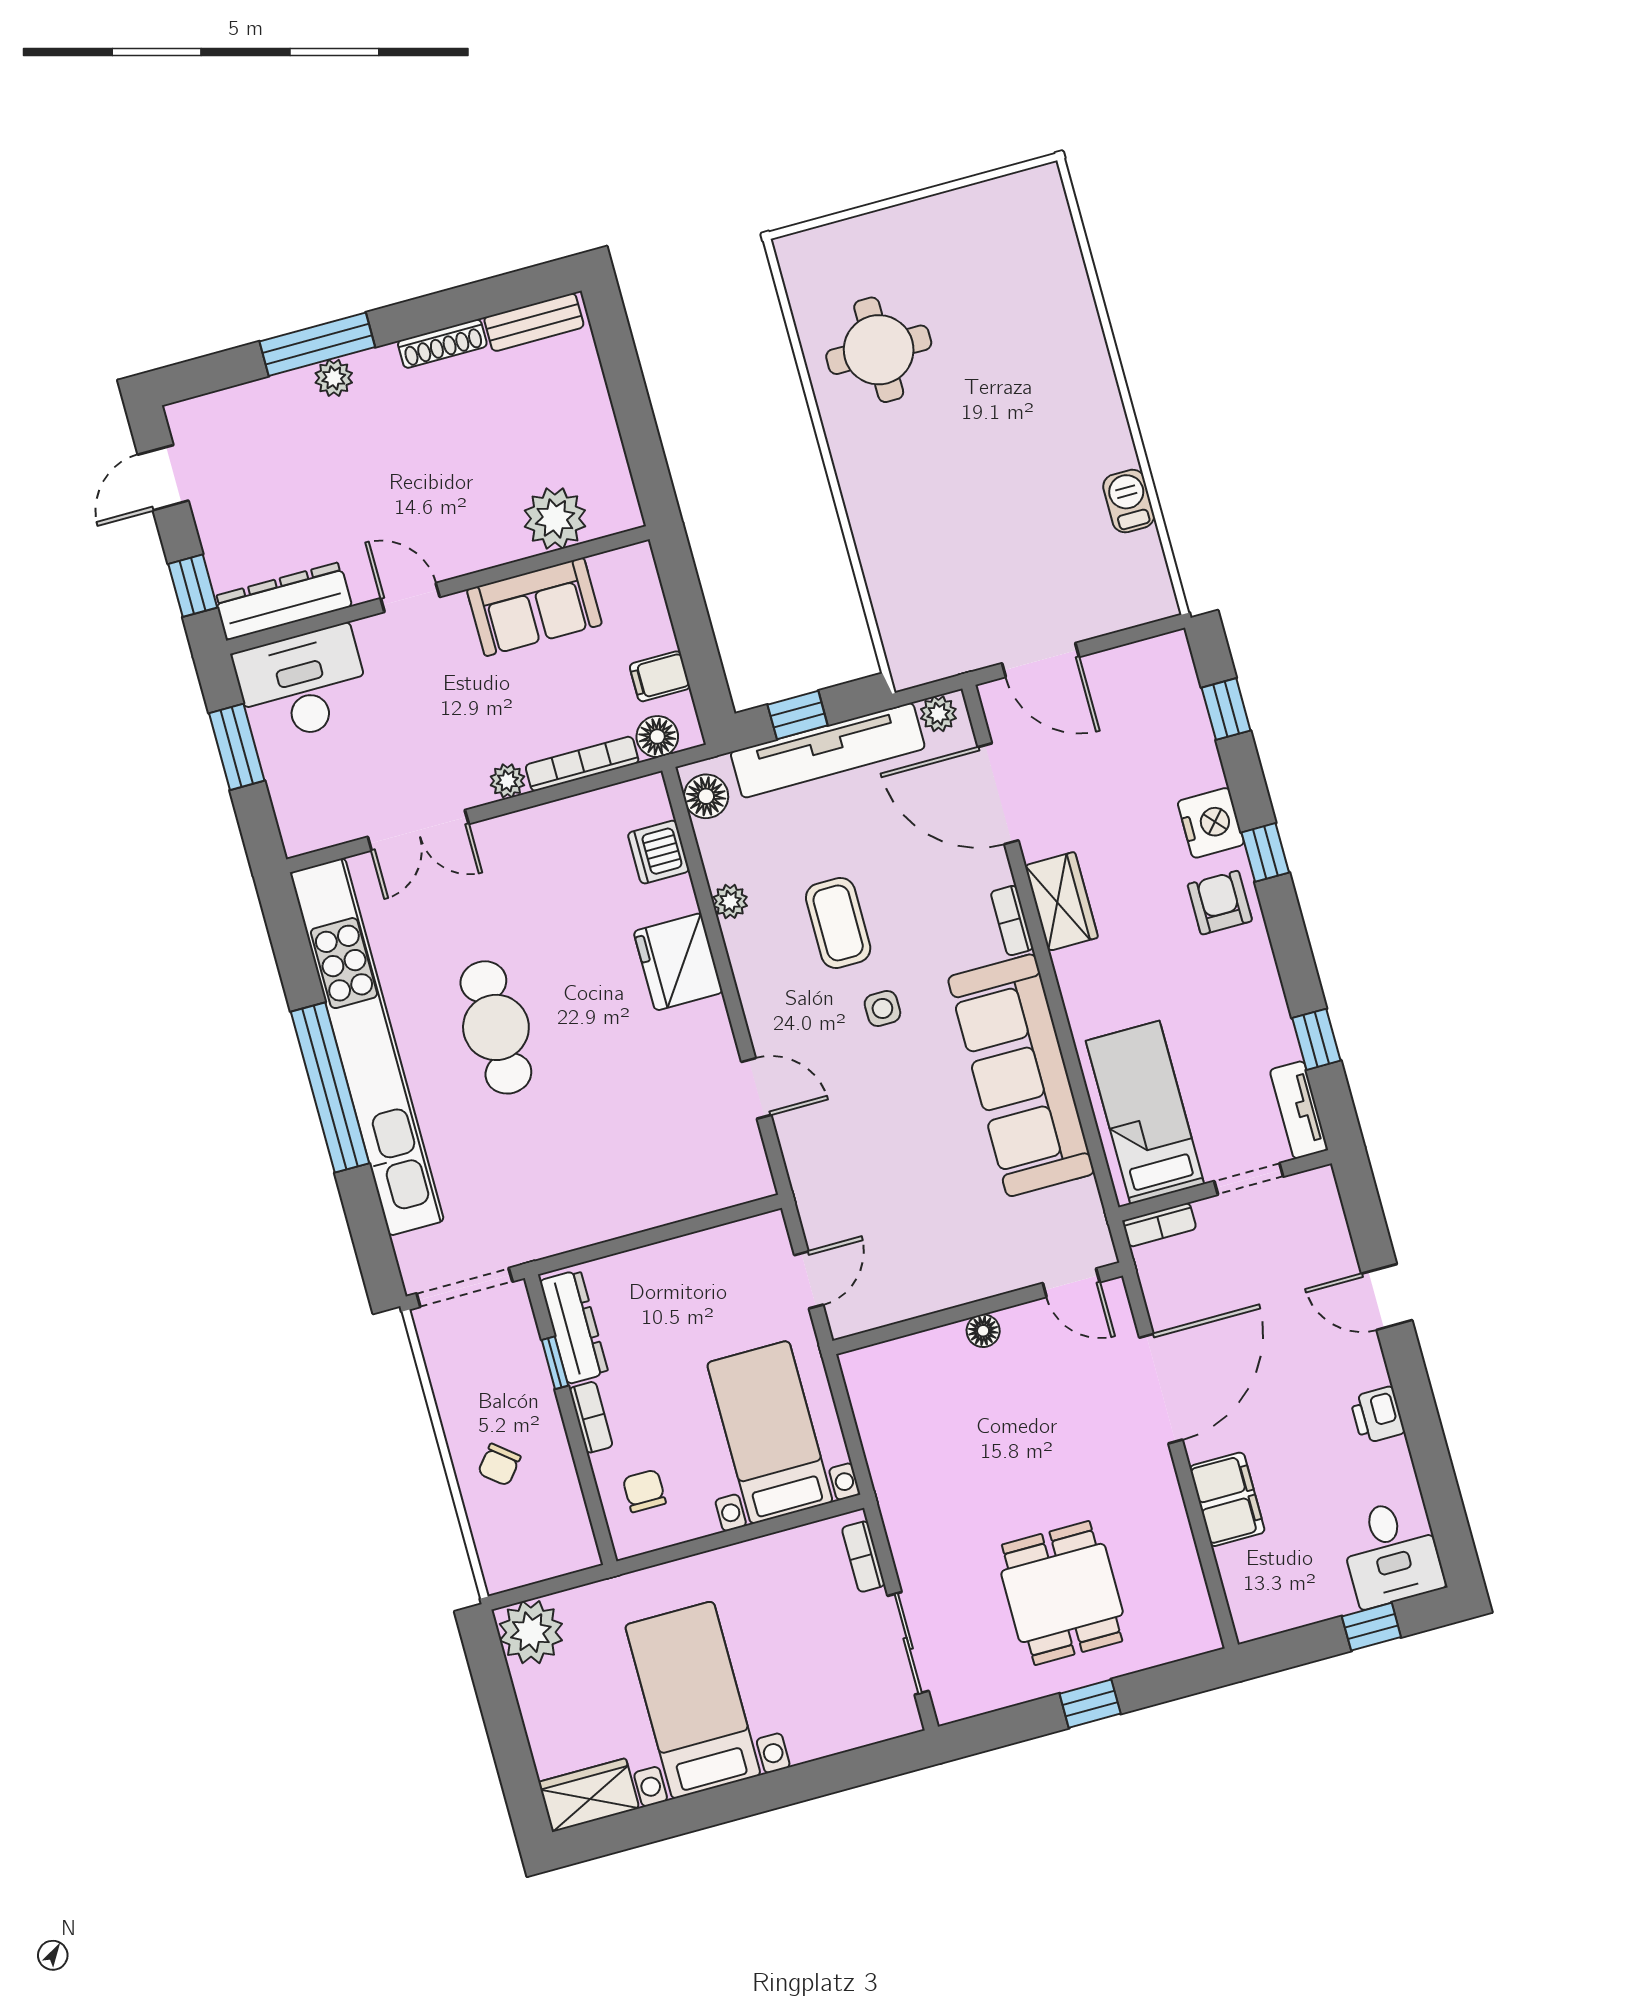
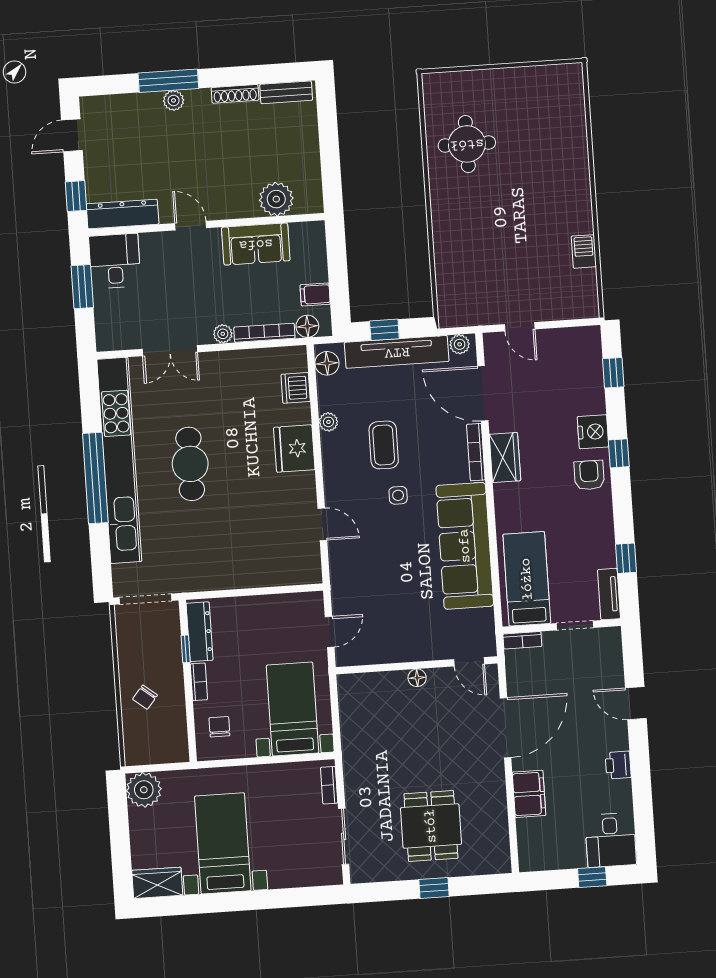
door: (1041, 660) -> (520, 327), width x0.73
desk: (302, 684) -> (115, 261), width x0.73
bookcase: (1012, 921) -> (476, 452), width x1.56

